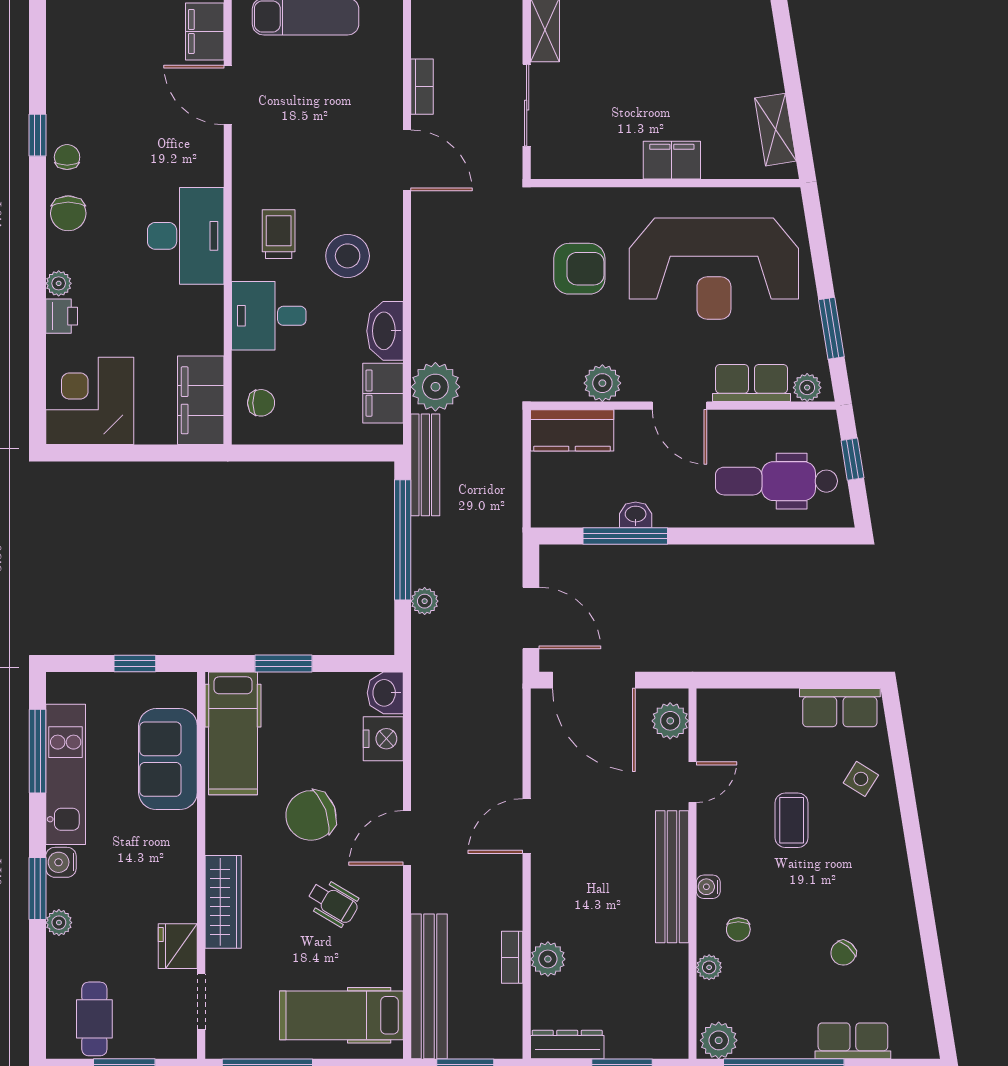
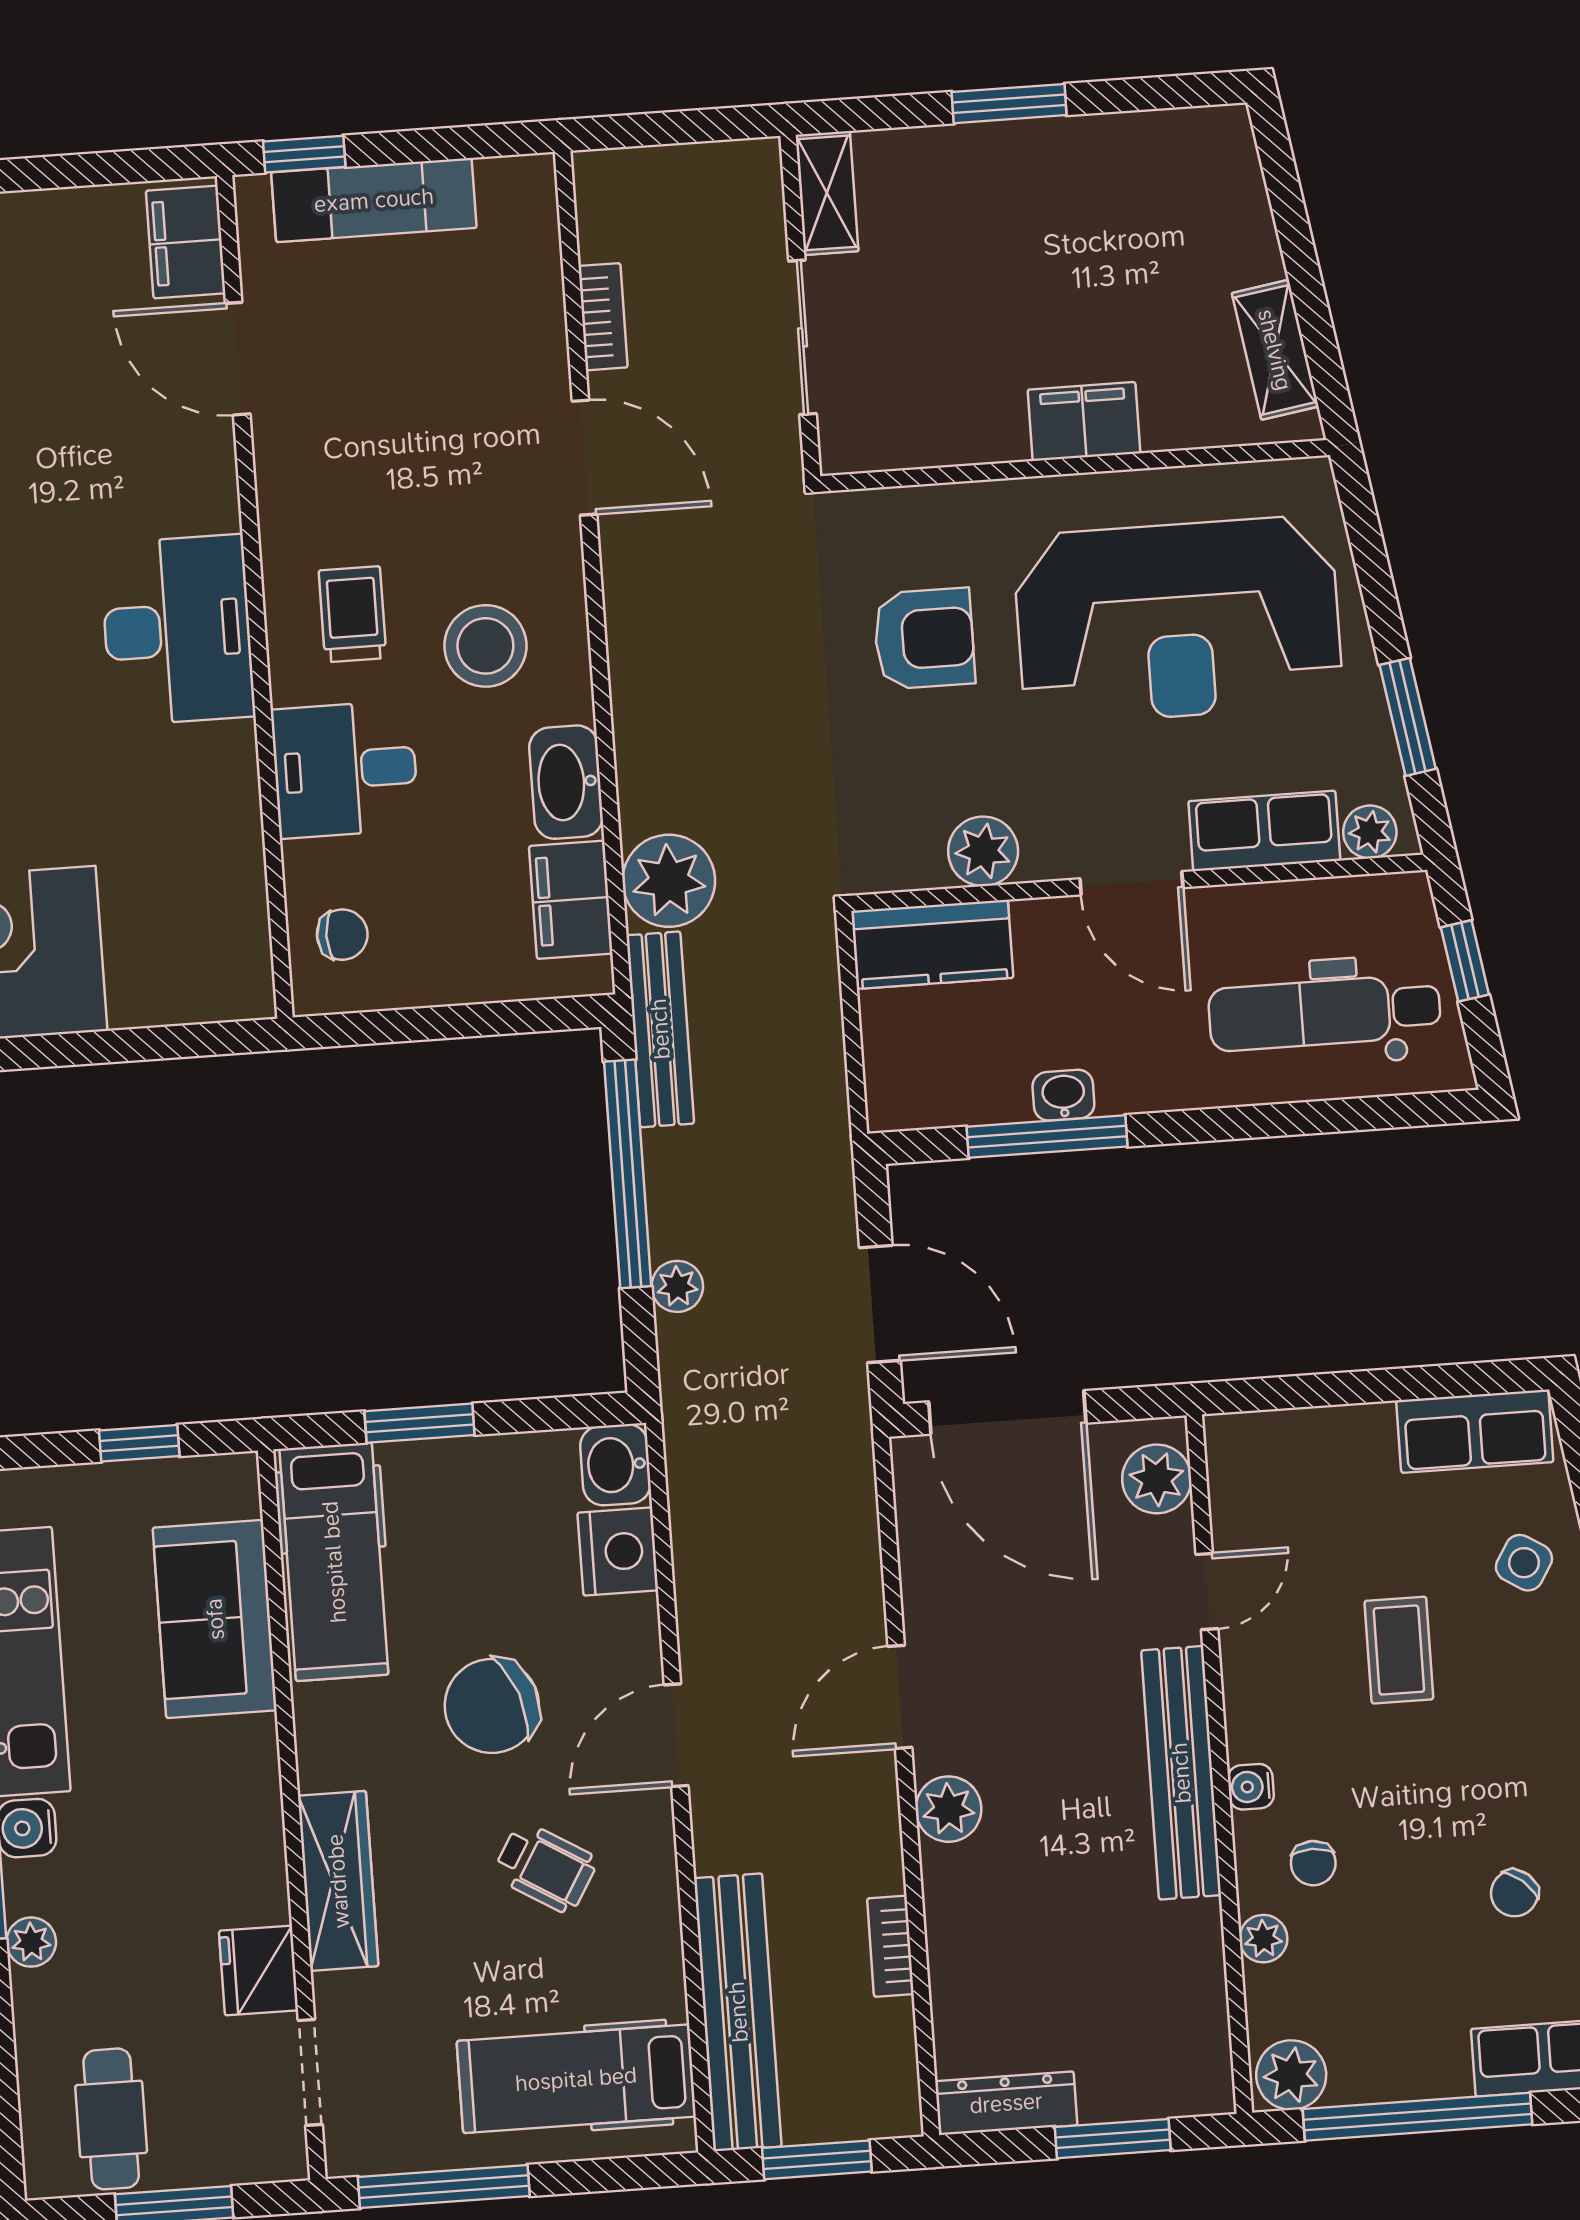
filing cabinet: (201, 400) -> (228, 938), removed
plant: (548, 959) -> (948, 1809), moved

